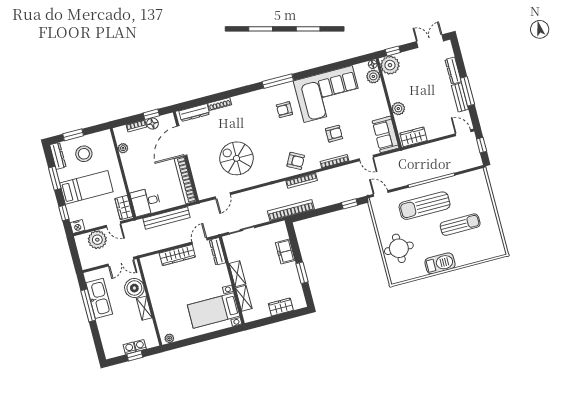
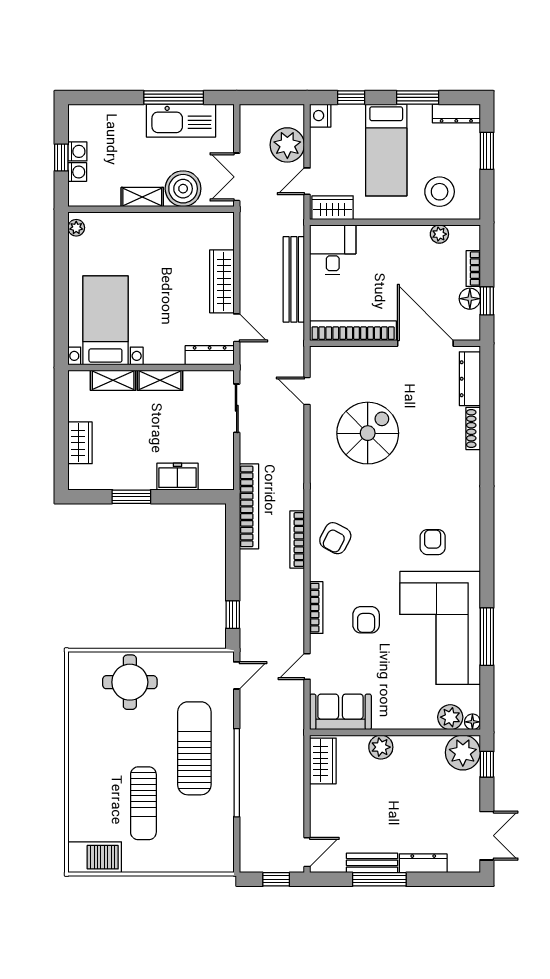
window: (278, 81) -> (487, 637), moved
stool: (84, 154) -> (440, 192), moved
barbecue: (440, 263) -> (95, 857), moved, turned -90

